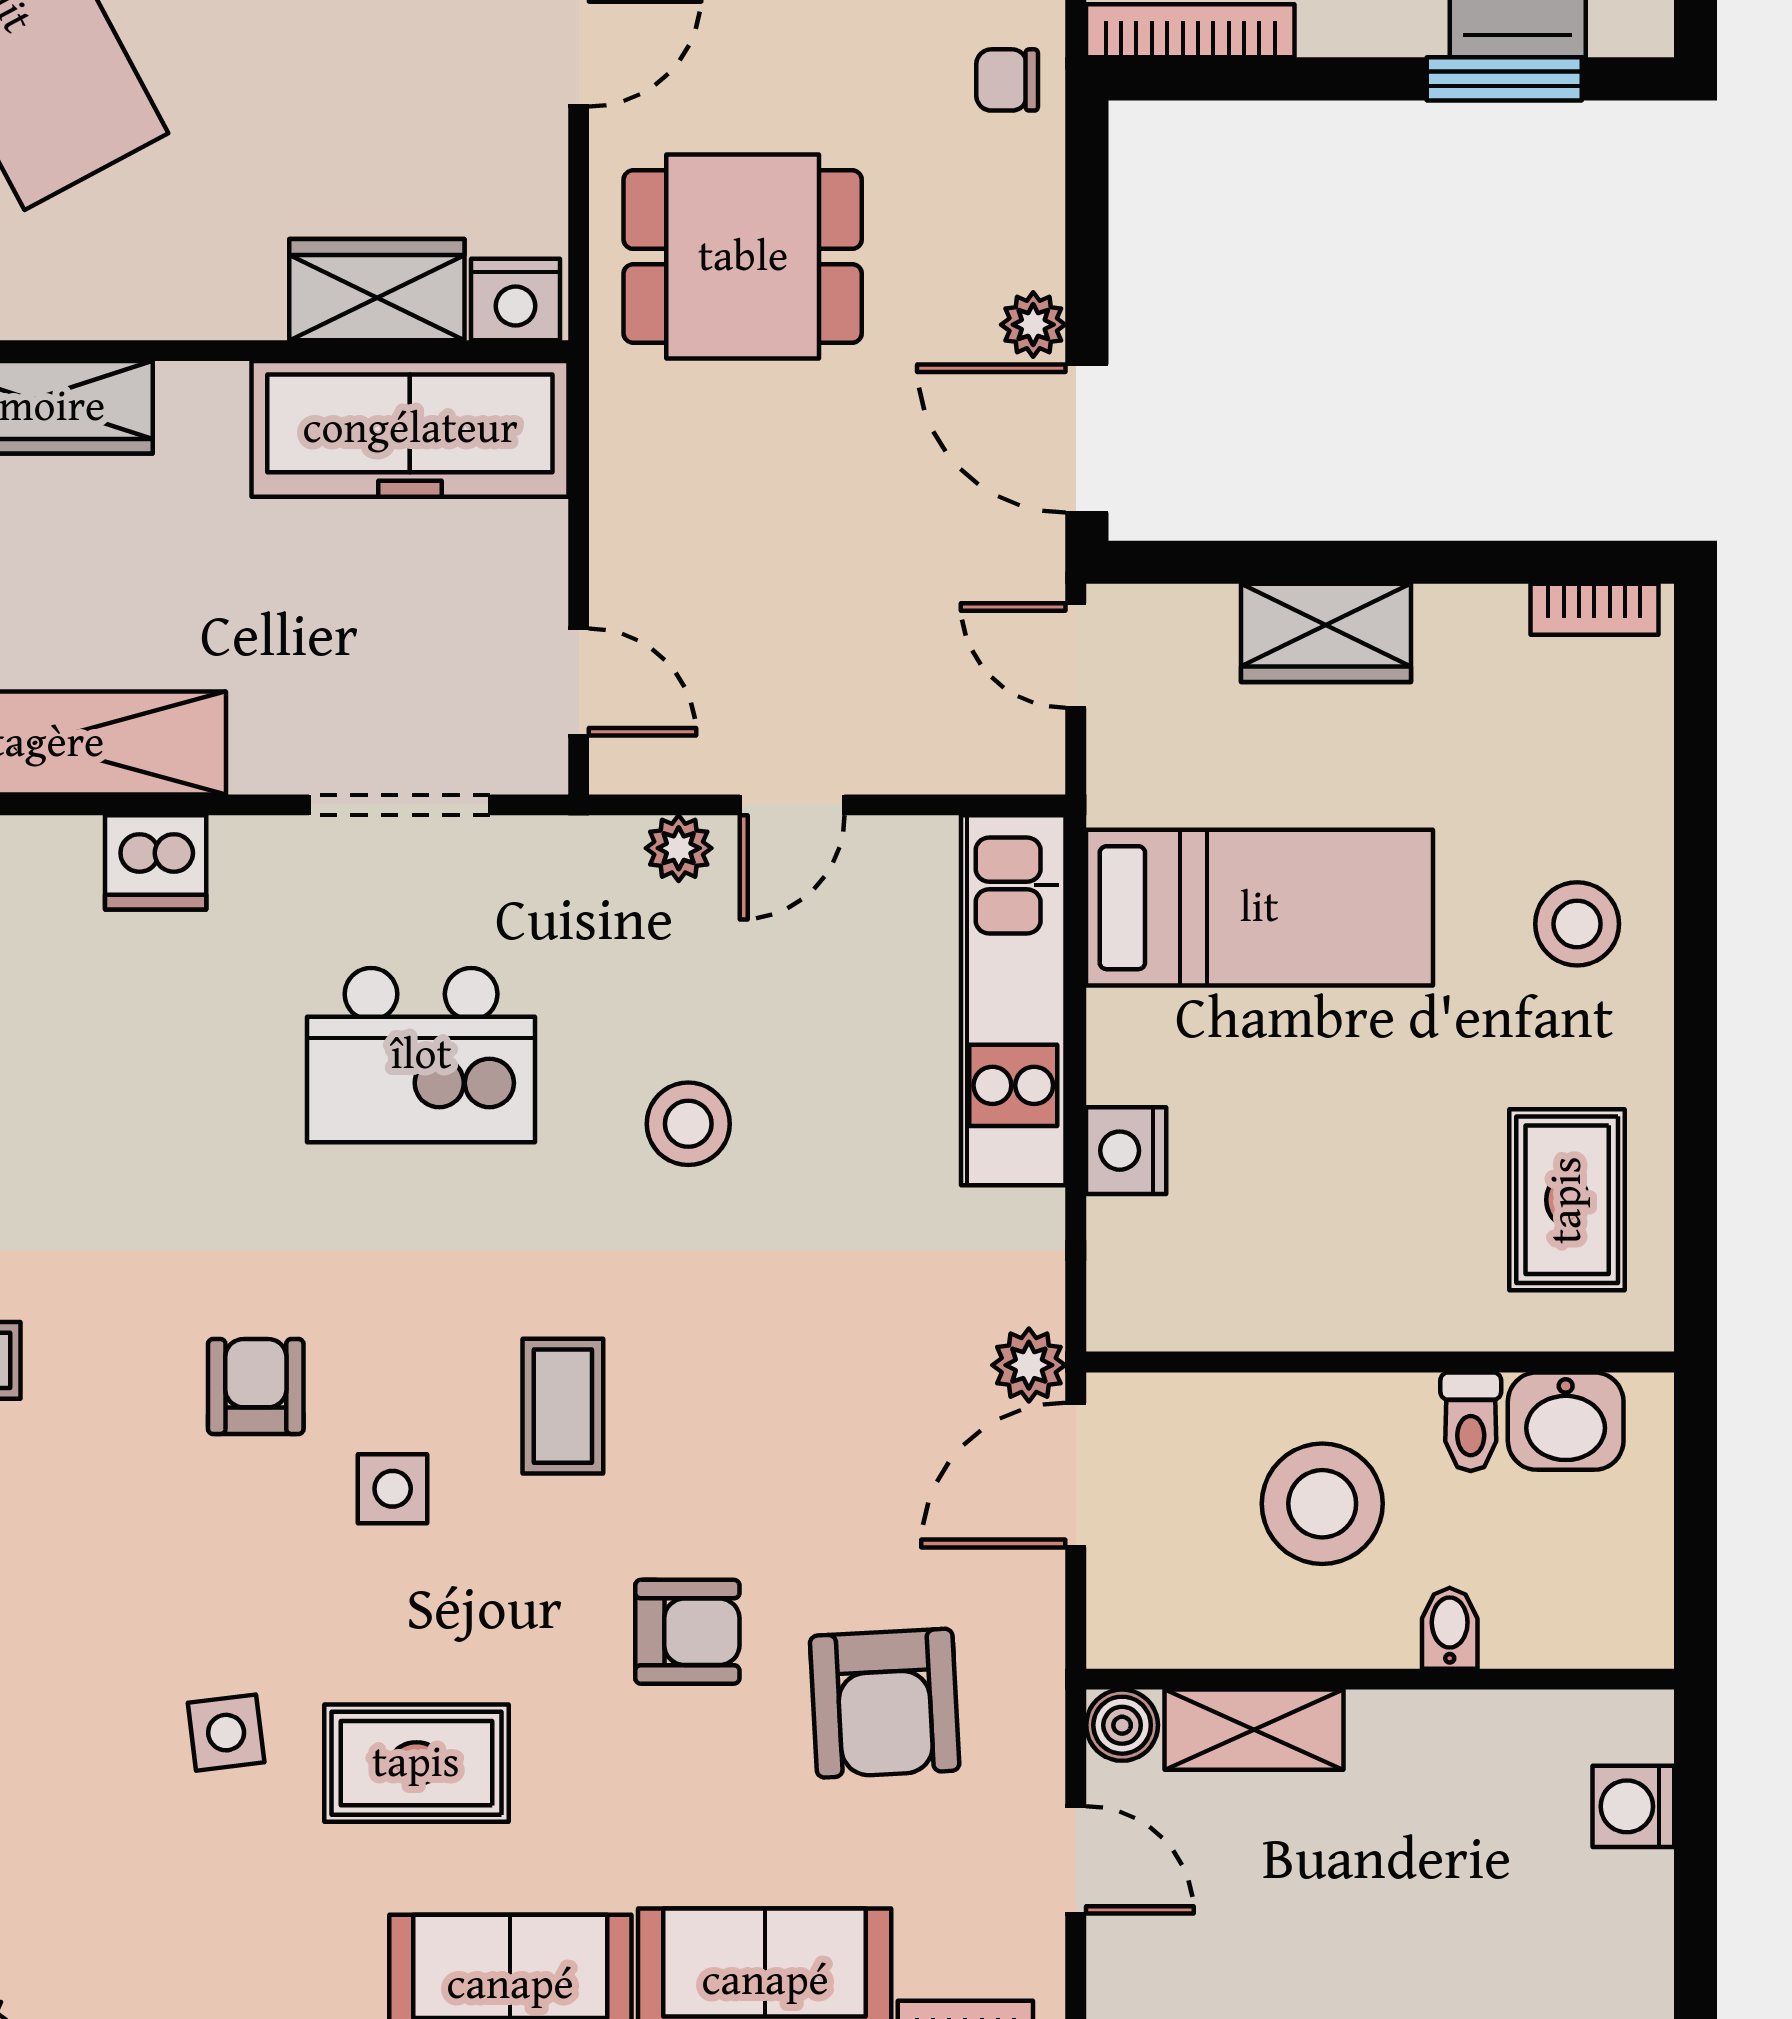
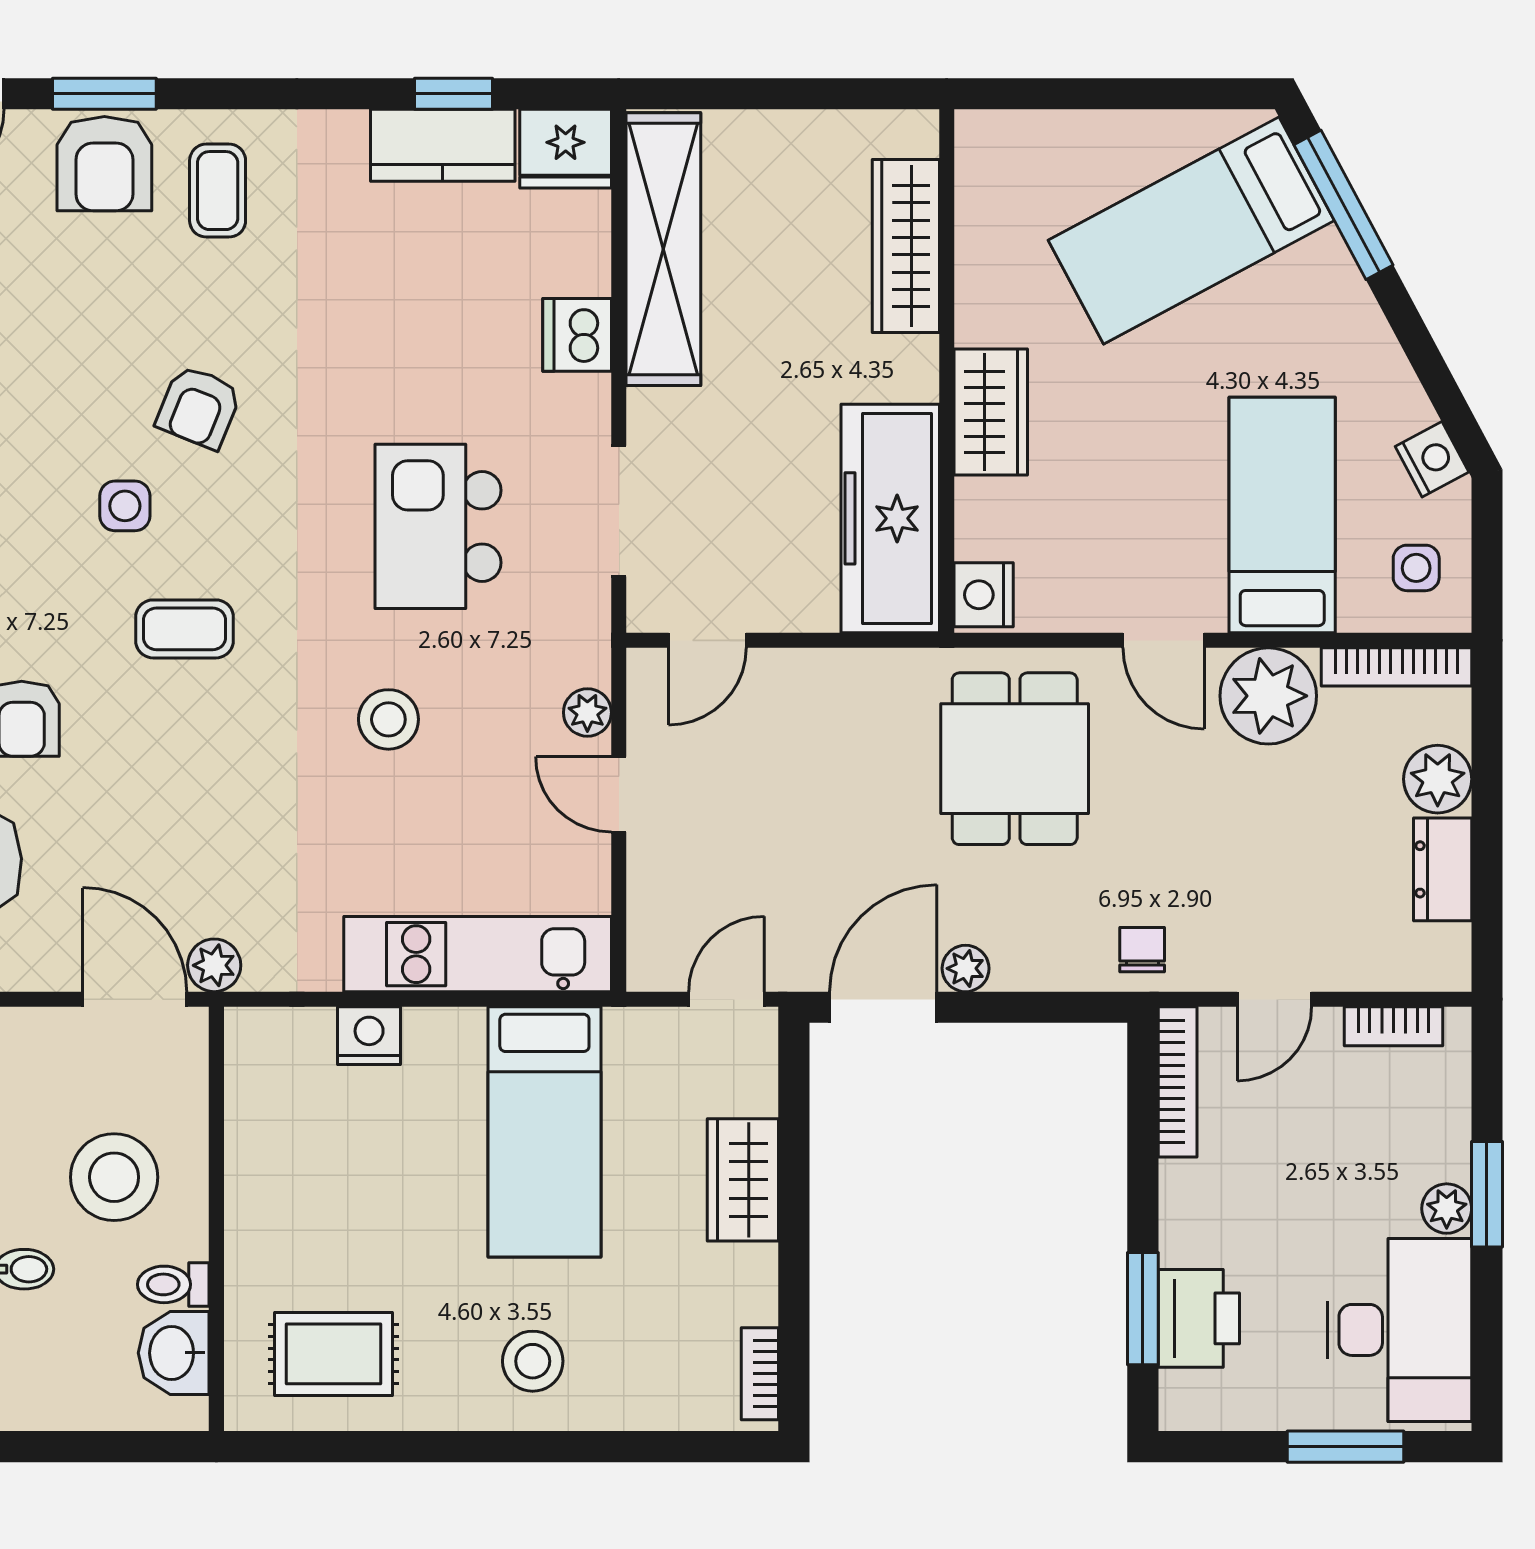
wardrobe: (377, 290) -> (991, 412), moved
armchair: (256, 1387) -> (199, 407), turned 112

